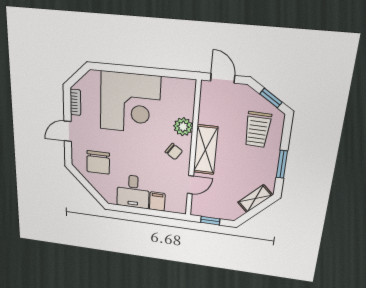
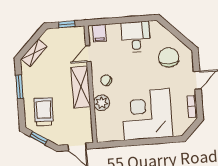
filing cabinet: (157, 201) -> (99, 33), moved

